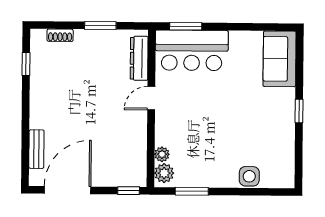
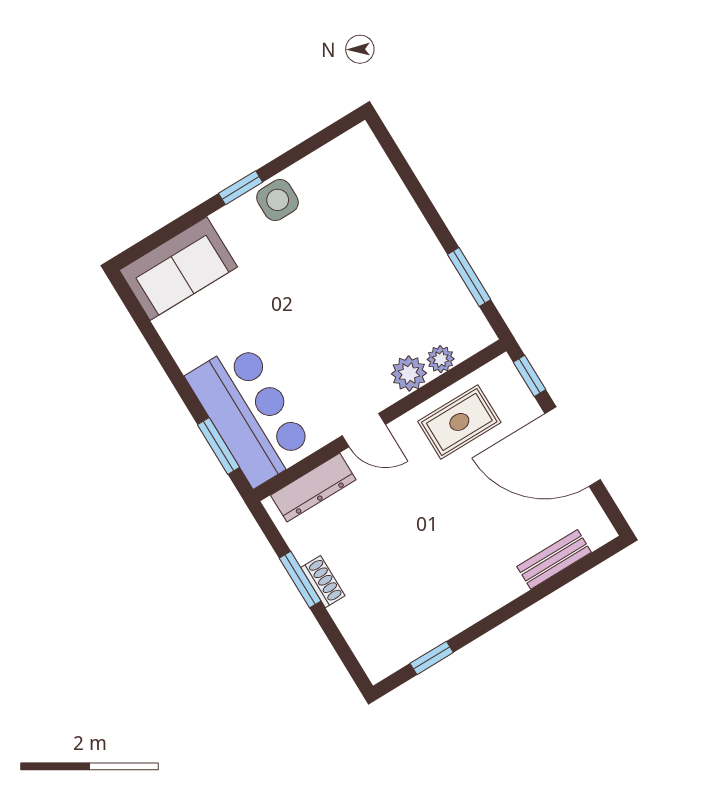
shoe rack: (60, 35) -> (323, 582), moved
rug: (127, 145) -> (459, 422), added
plant: (164, 173) -> (409, 373), moved
side table: (249, 176) -> (278, 200), moved
door: (68, 190) -> (573, 447), moved

